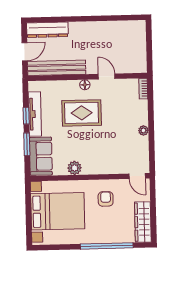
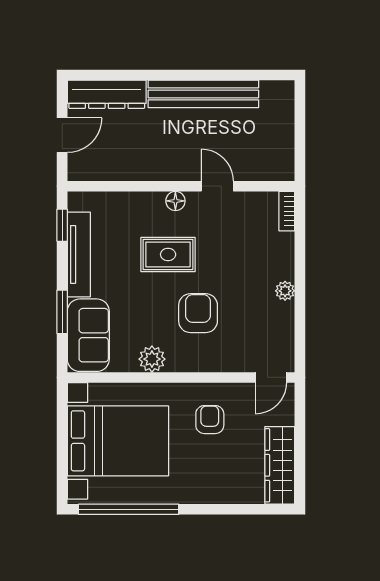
bench: (57, 68) -> (203, 94), moved
rug: (82, 113) -> (168, 254), width x0.73, depth x0.70
window: (26, 116) -> (62, 225), moved
armchair: (98, 143) -> (198, 313), added
door: (137, 176) -> (271, 377), hinge flipped
window: (107, 246) -> (129, 509), moved

